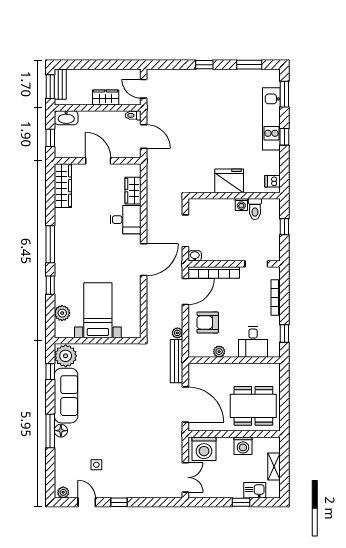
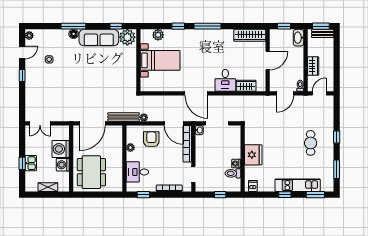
cafe table: (213, 101) -> (311, 143), added
washing machine: (204, 449) -> (61, 149), moved
kitchen sink: (255, 490) -> (31, 163), moved

